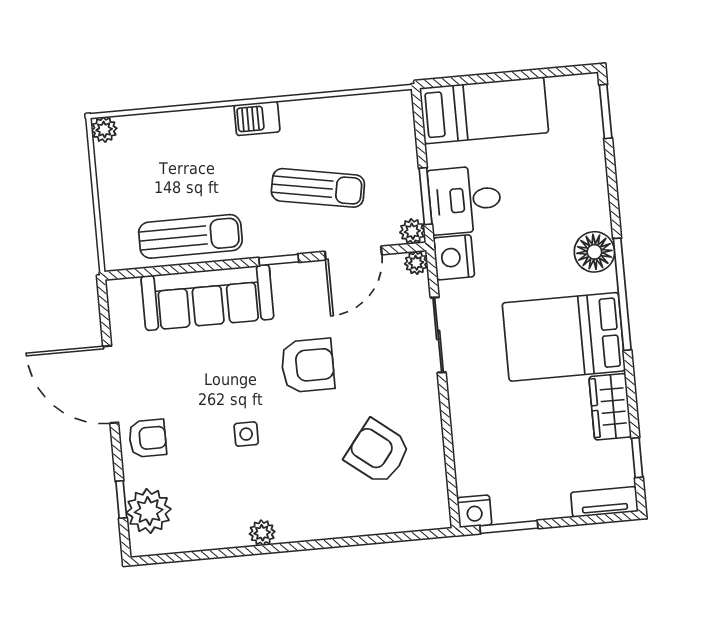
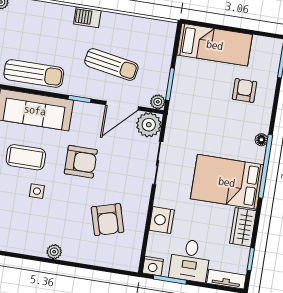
armchair: (554, 175) -> (244, 90), added
desk: (465, 200) -> (190, 260), moved, turned -90
floor lamp: (594, 252) -> (261, 140), width x0.53, depth x0.53
nightstand: (454, 257) -> (162, 220), moved
plant: (416, 263) -> (149, 125), width x1.88, depth x1.88
coffee table: (213, 382) -> (26, 157), added
armchair: (378, 452) -> (108, 220), turned -144
plant: (262, 533) -> (54, 252), moved

